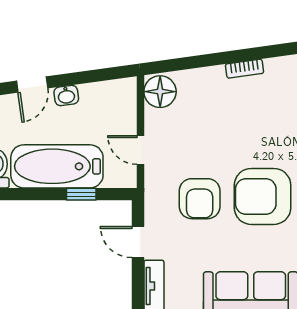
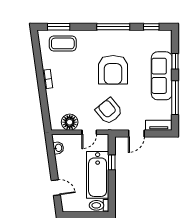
floor lamp: (160, 92) -> (70, 122), moved
washbasin: (66, 95) -> (58, 148), moved
armchair: (200, 199) -> (109, 111), moved, turned -129

